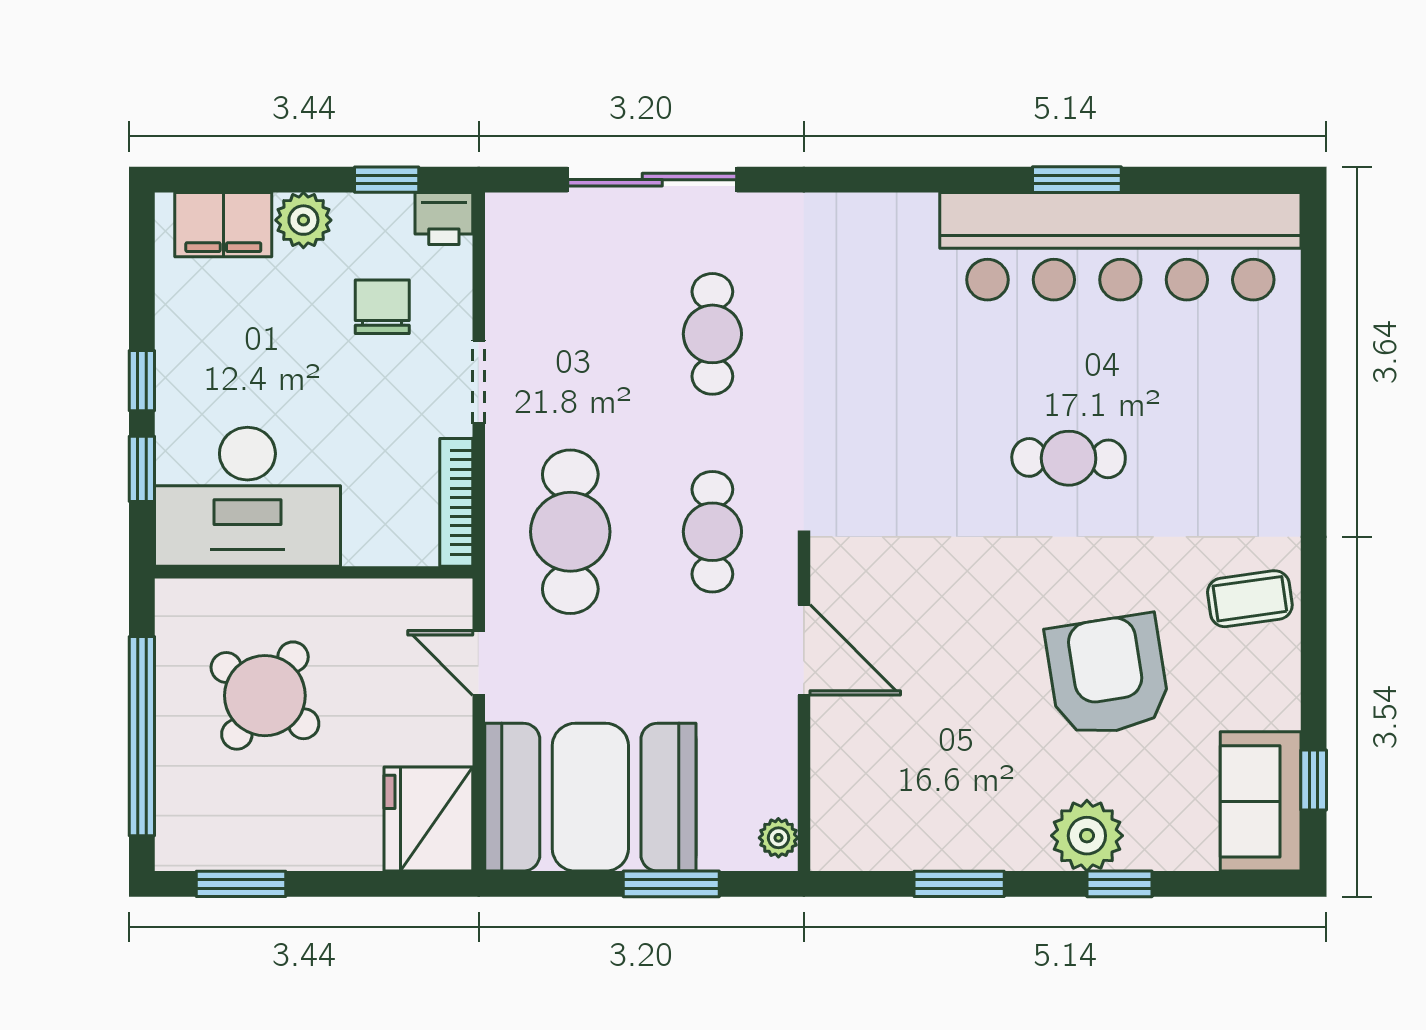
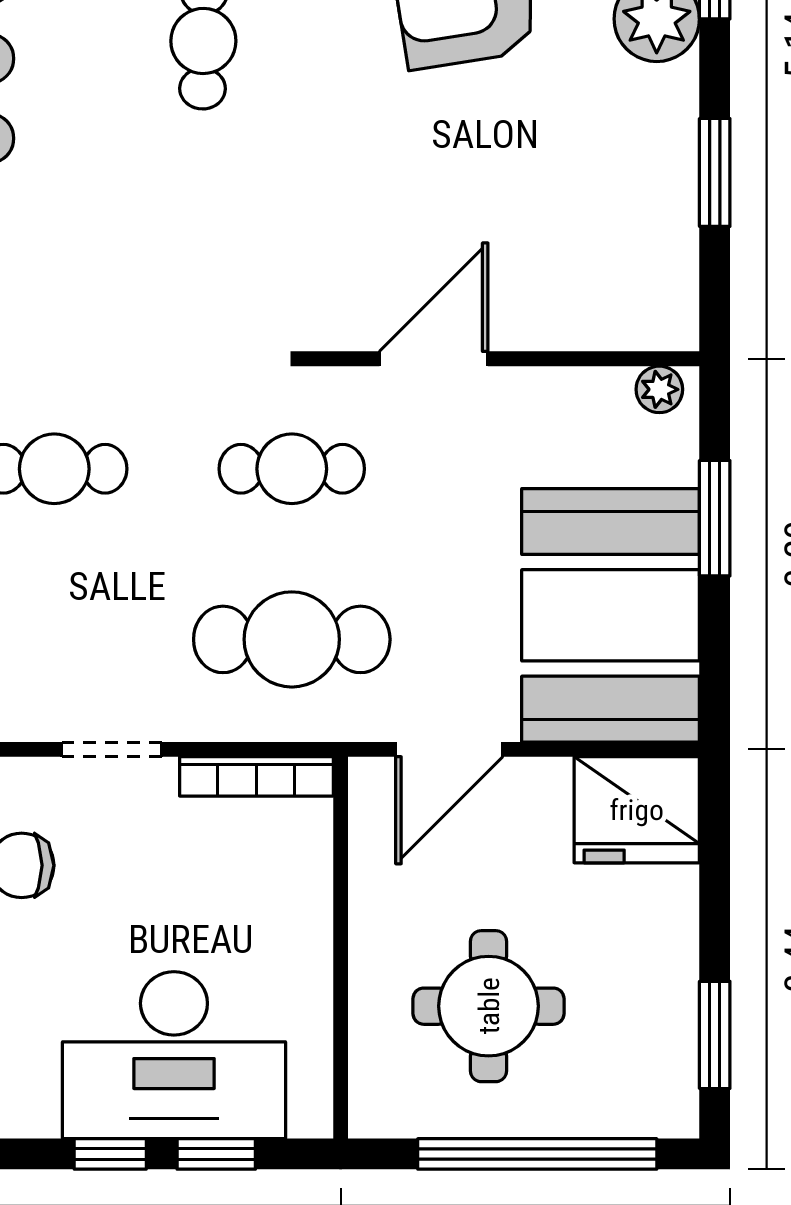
desk: (247, 497) -> (174, 1055), moved, turned 90
door: (479, 663) -> (449, 749), width x1.38
round table: (265, 696) -> (489, 1006), turned -36

